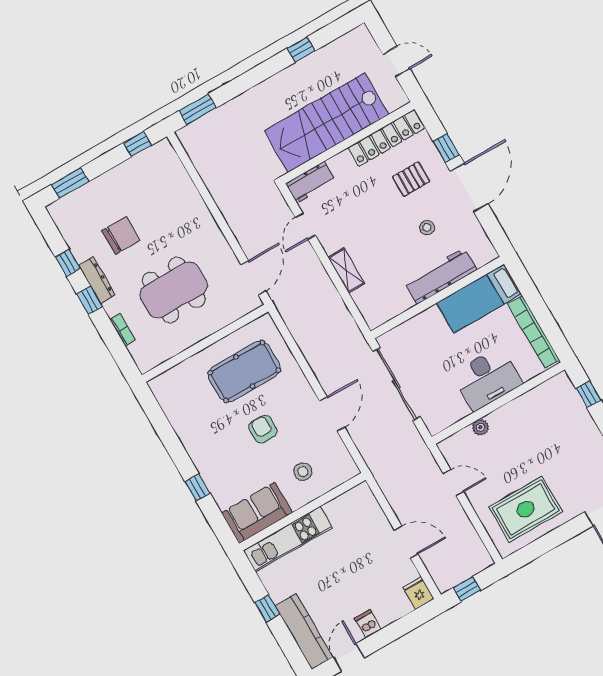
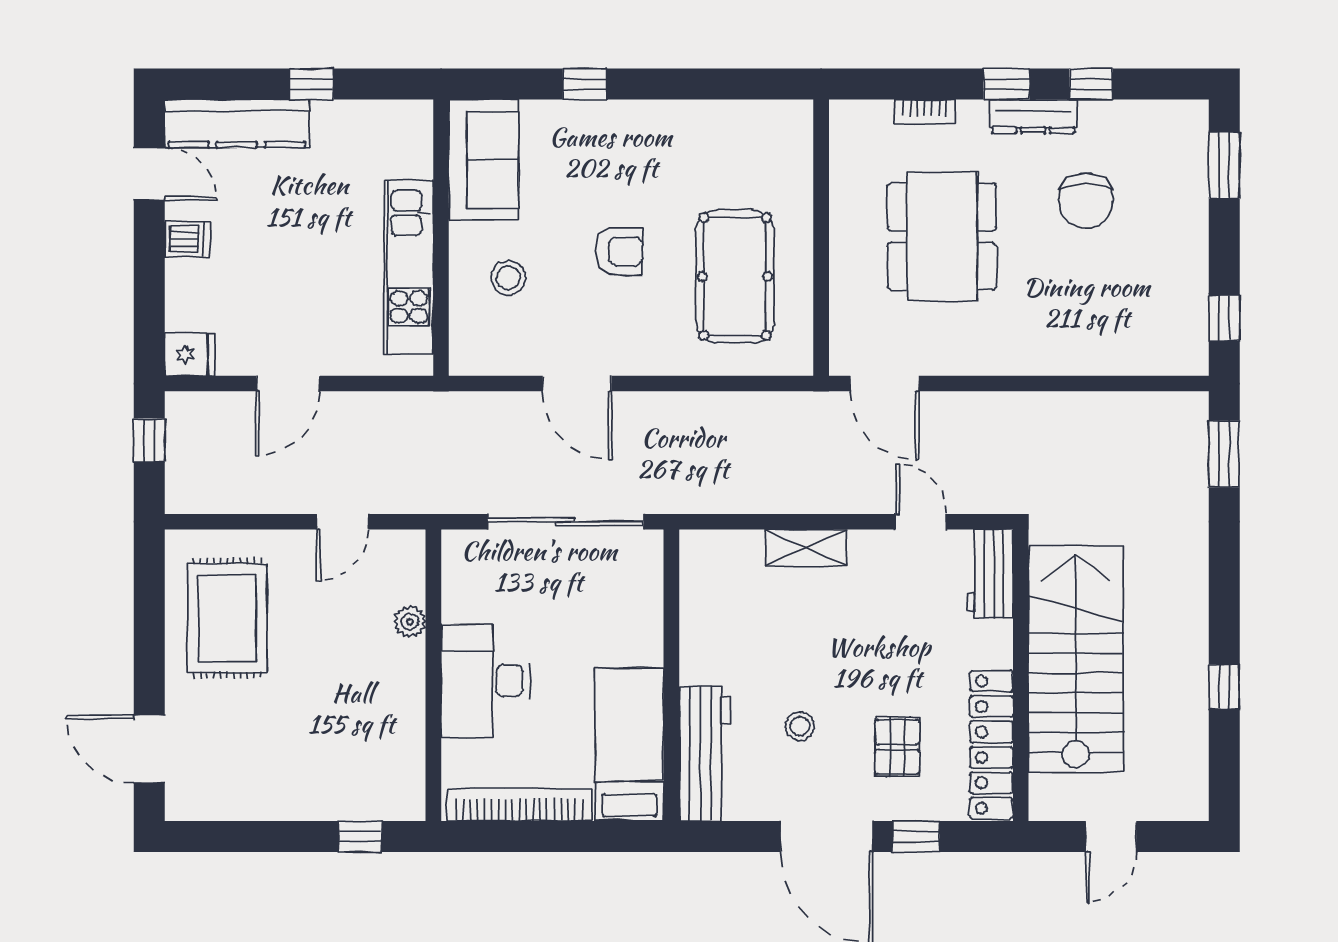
workbench: (441, 276) -> (704, 754), moved
kitchen unit: (288, 539) -> (409, 267), moved

